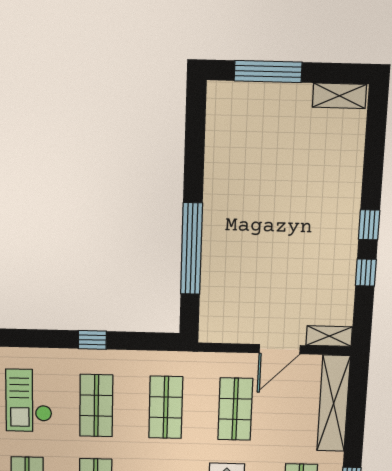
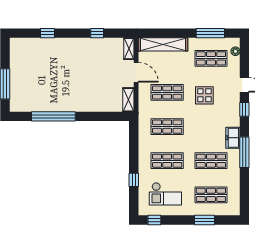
shelving: (339, 96) -> (128, 100), moved
window: (369, 225) -> (48, 33), moved
window: (192, 249) -> (53, 116), moved
window: (92, 340) -> (134, 180), moved

